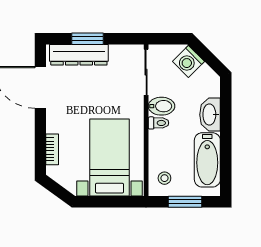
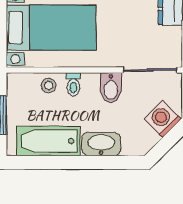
toilet: (158, 123) -> (73, 84), moved
stool: (164, 178) -> (49, 85), moved

